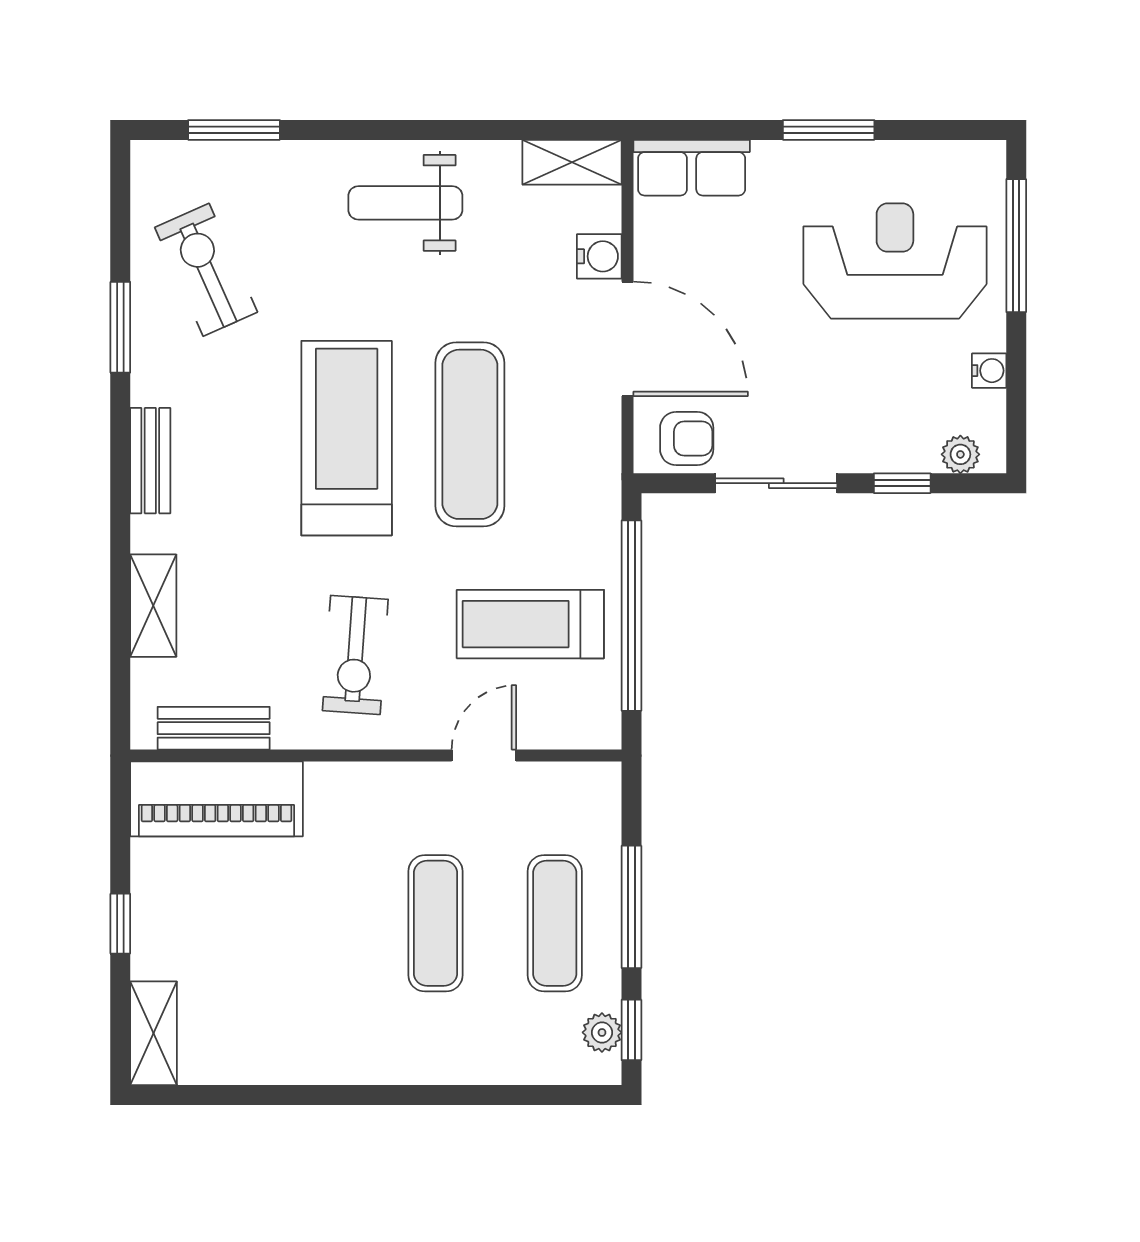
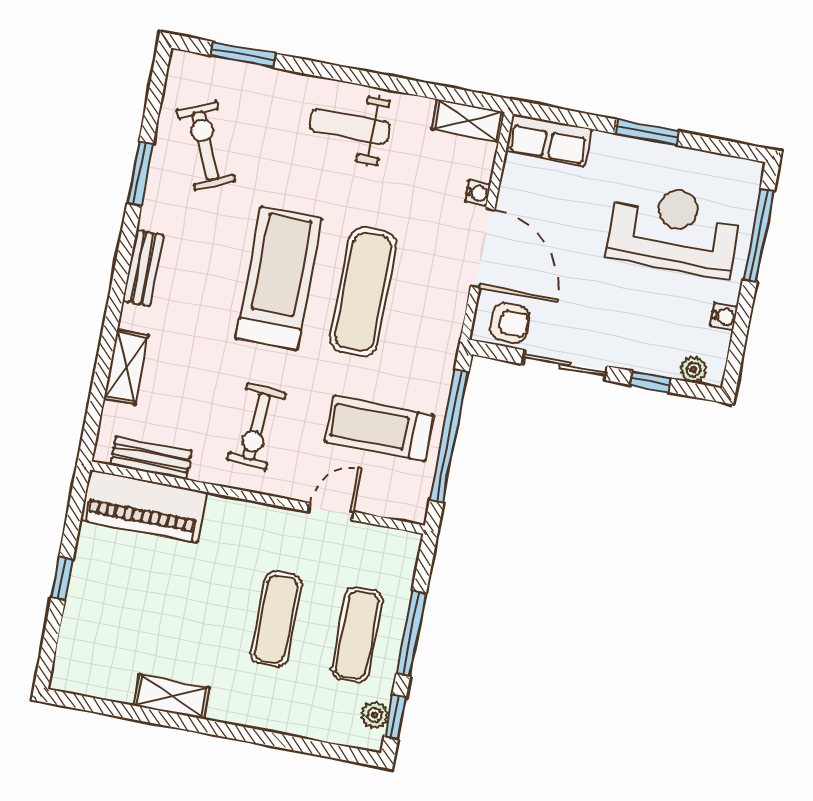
water cooler: (599, 256) -> (478, 193), width x0.72, depth x0.72
shelving: (154, 1033) -> (171, 696), moved, turned 90

